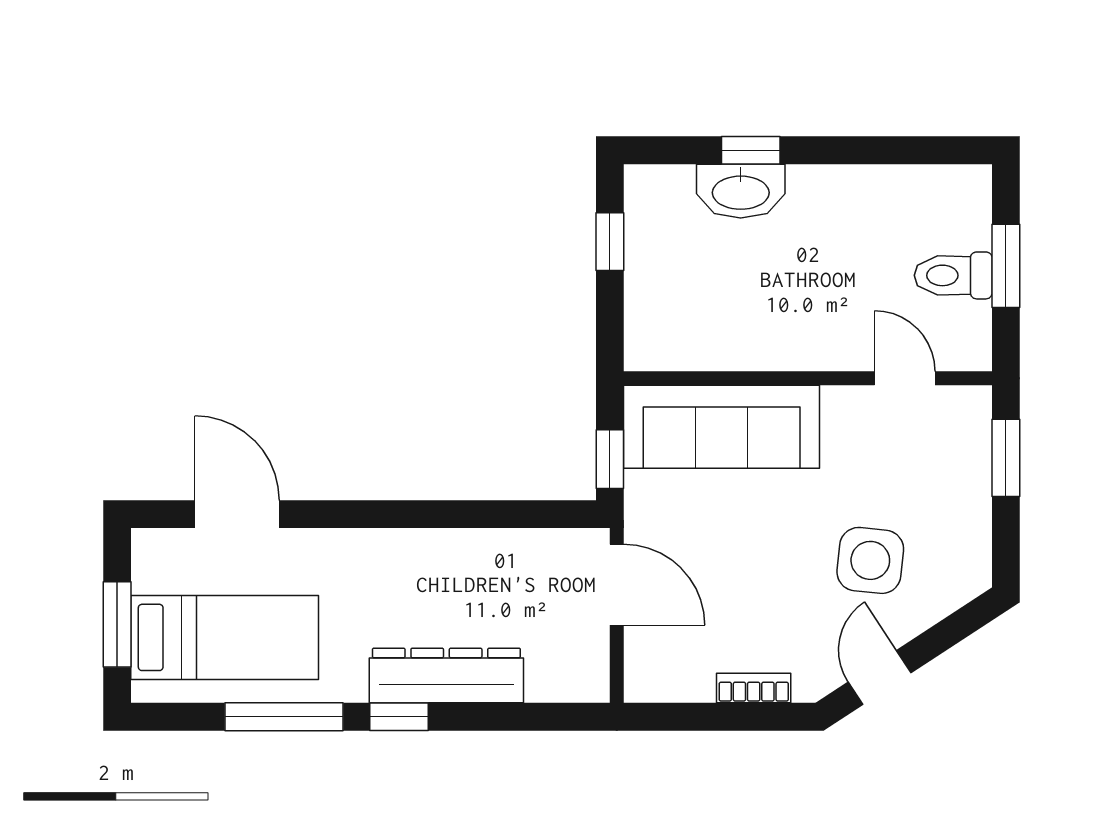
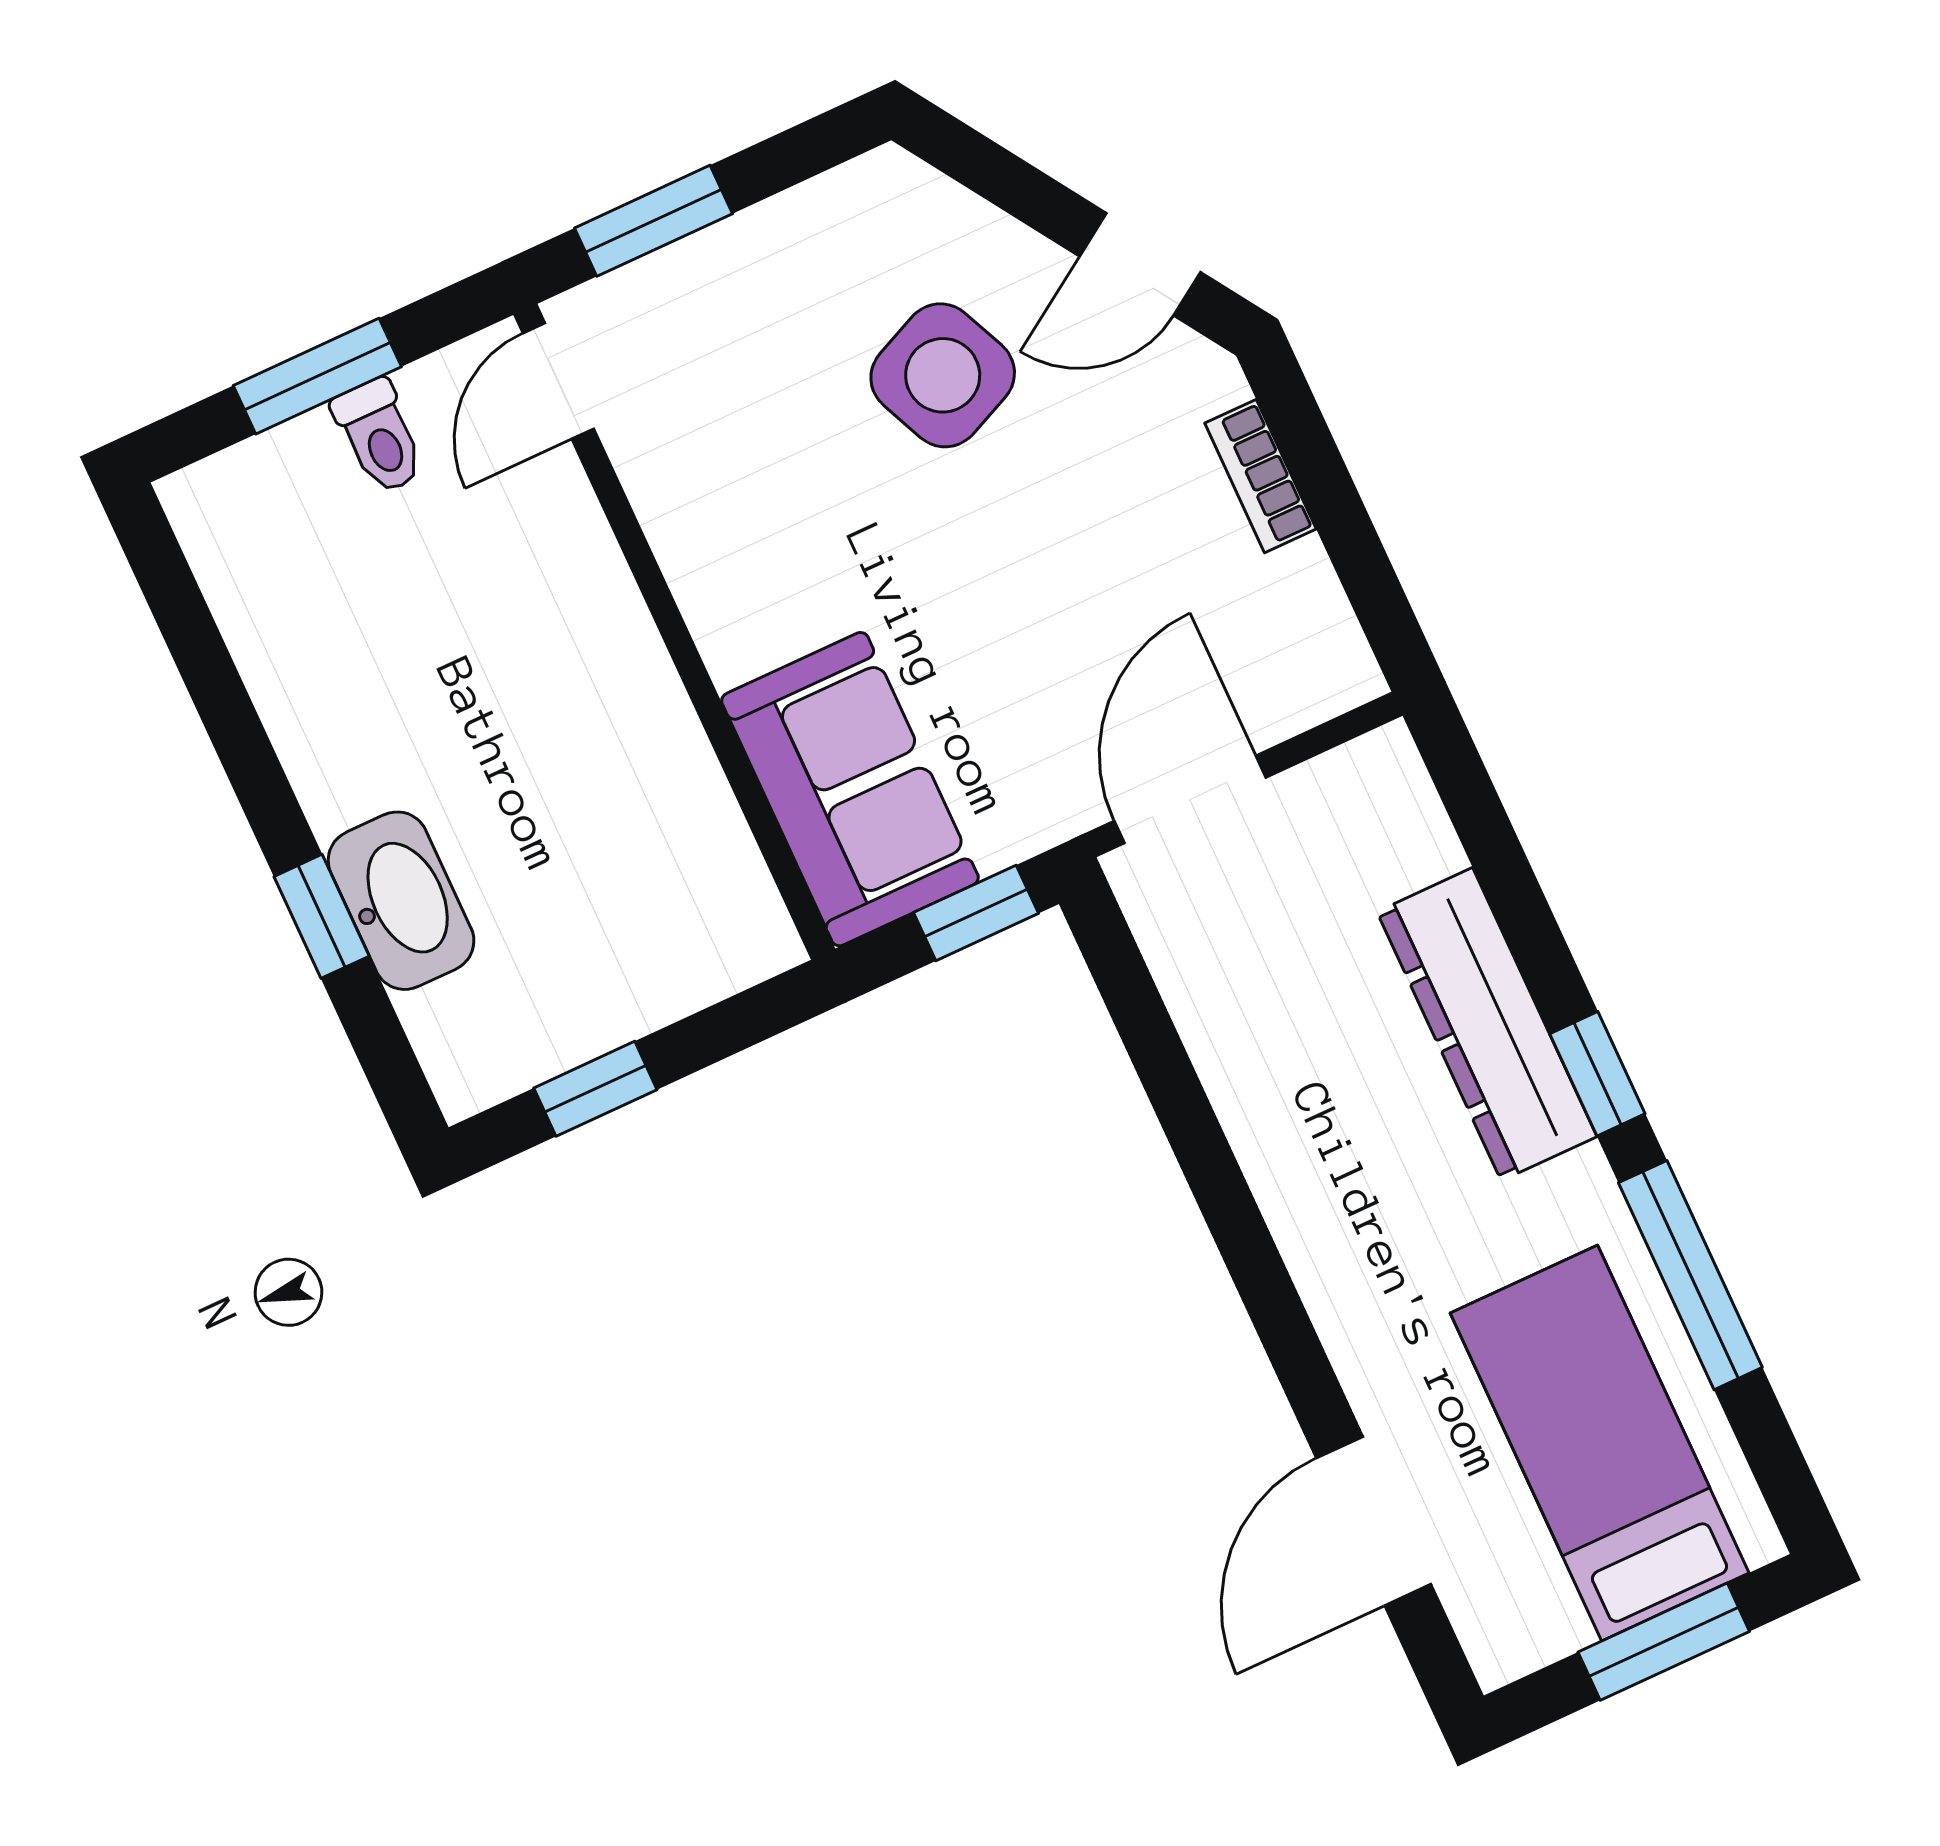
toilet: (953, 275) -> (379, 436), width x0.73, depth x0.72
door: (905, 378) -> (558, 381), moved
sofa: (722, 427) -> (850, 789), width x0.73
side table: (870, 560) -> (943, 375), turned -30

